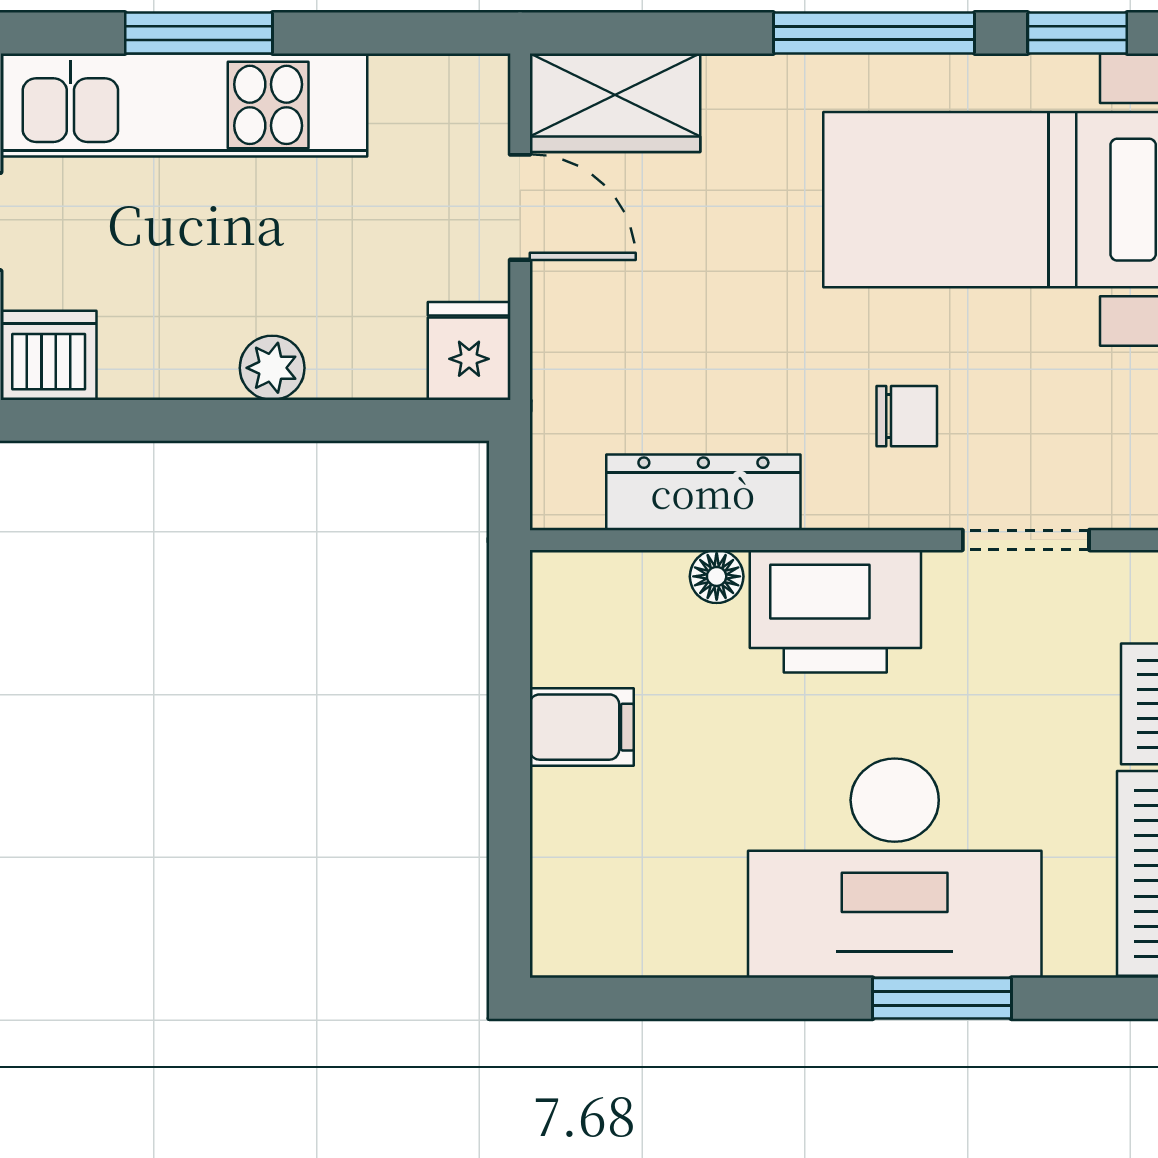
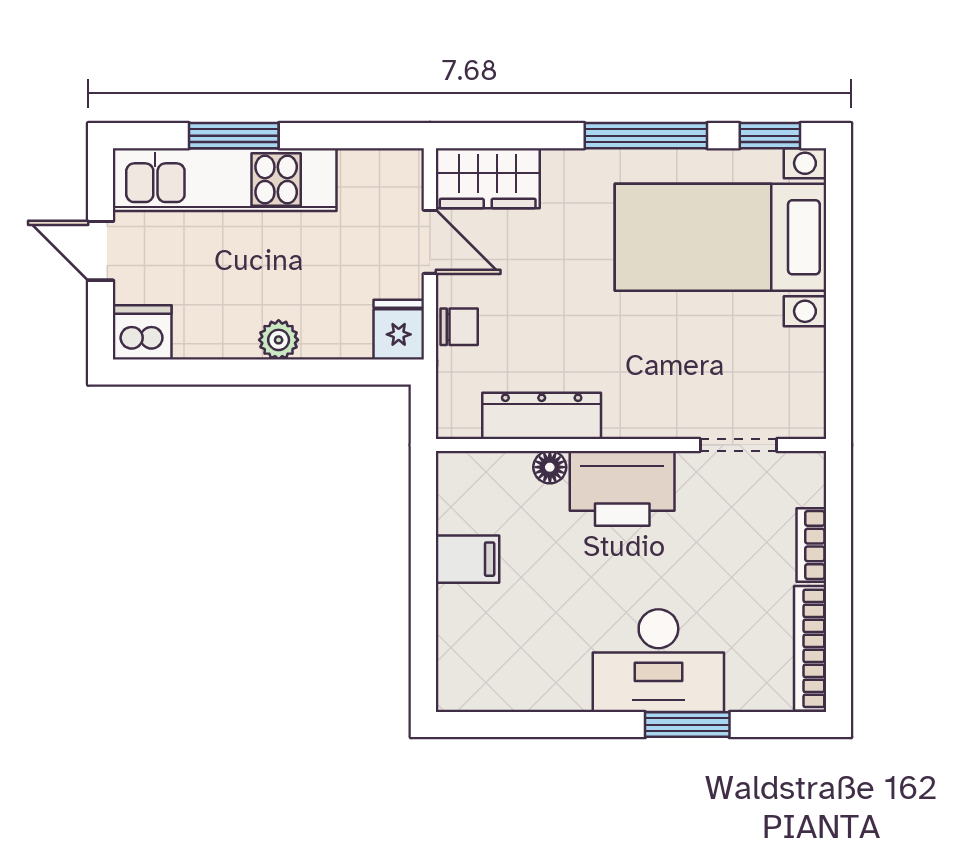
chair: (907, 416) -> (459, 327), moved
desk: (895, 868) -> (658, 661), width x0.73, depth x0.77

